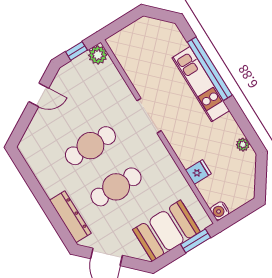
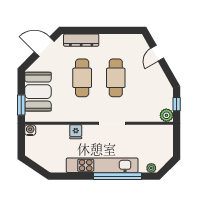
kitchen unit: (201, 84) -> (102, 165), width x1.36
door: (39, 95) -> (157, 53), moved
plant: (243, 145) -> (151, 168), moved
fridge: (198, 172) -> (76, 132), moved

